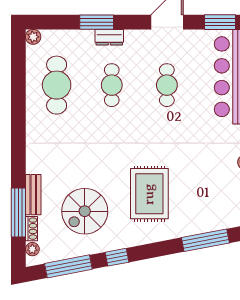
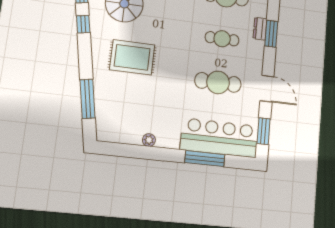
dresser: (109, 37) -> (260, 29), moved
cafe table: (167, 85) -> (218, 82), width x1.37, depth x1.35

